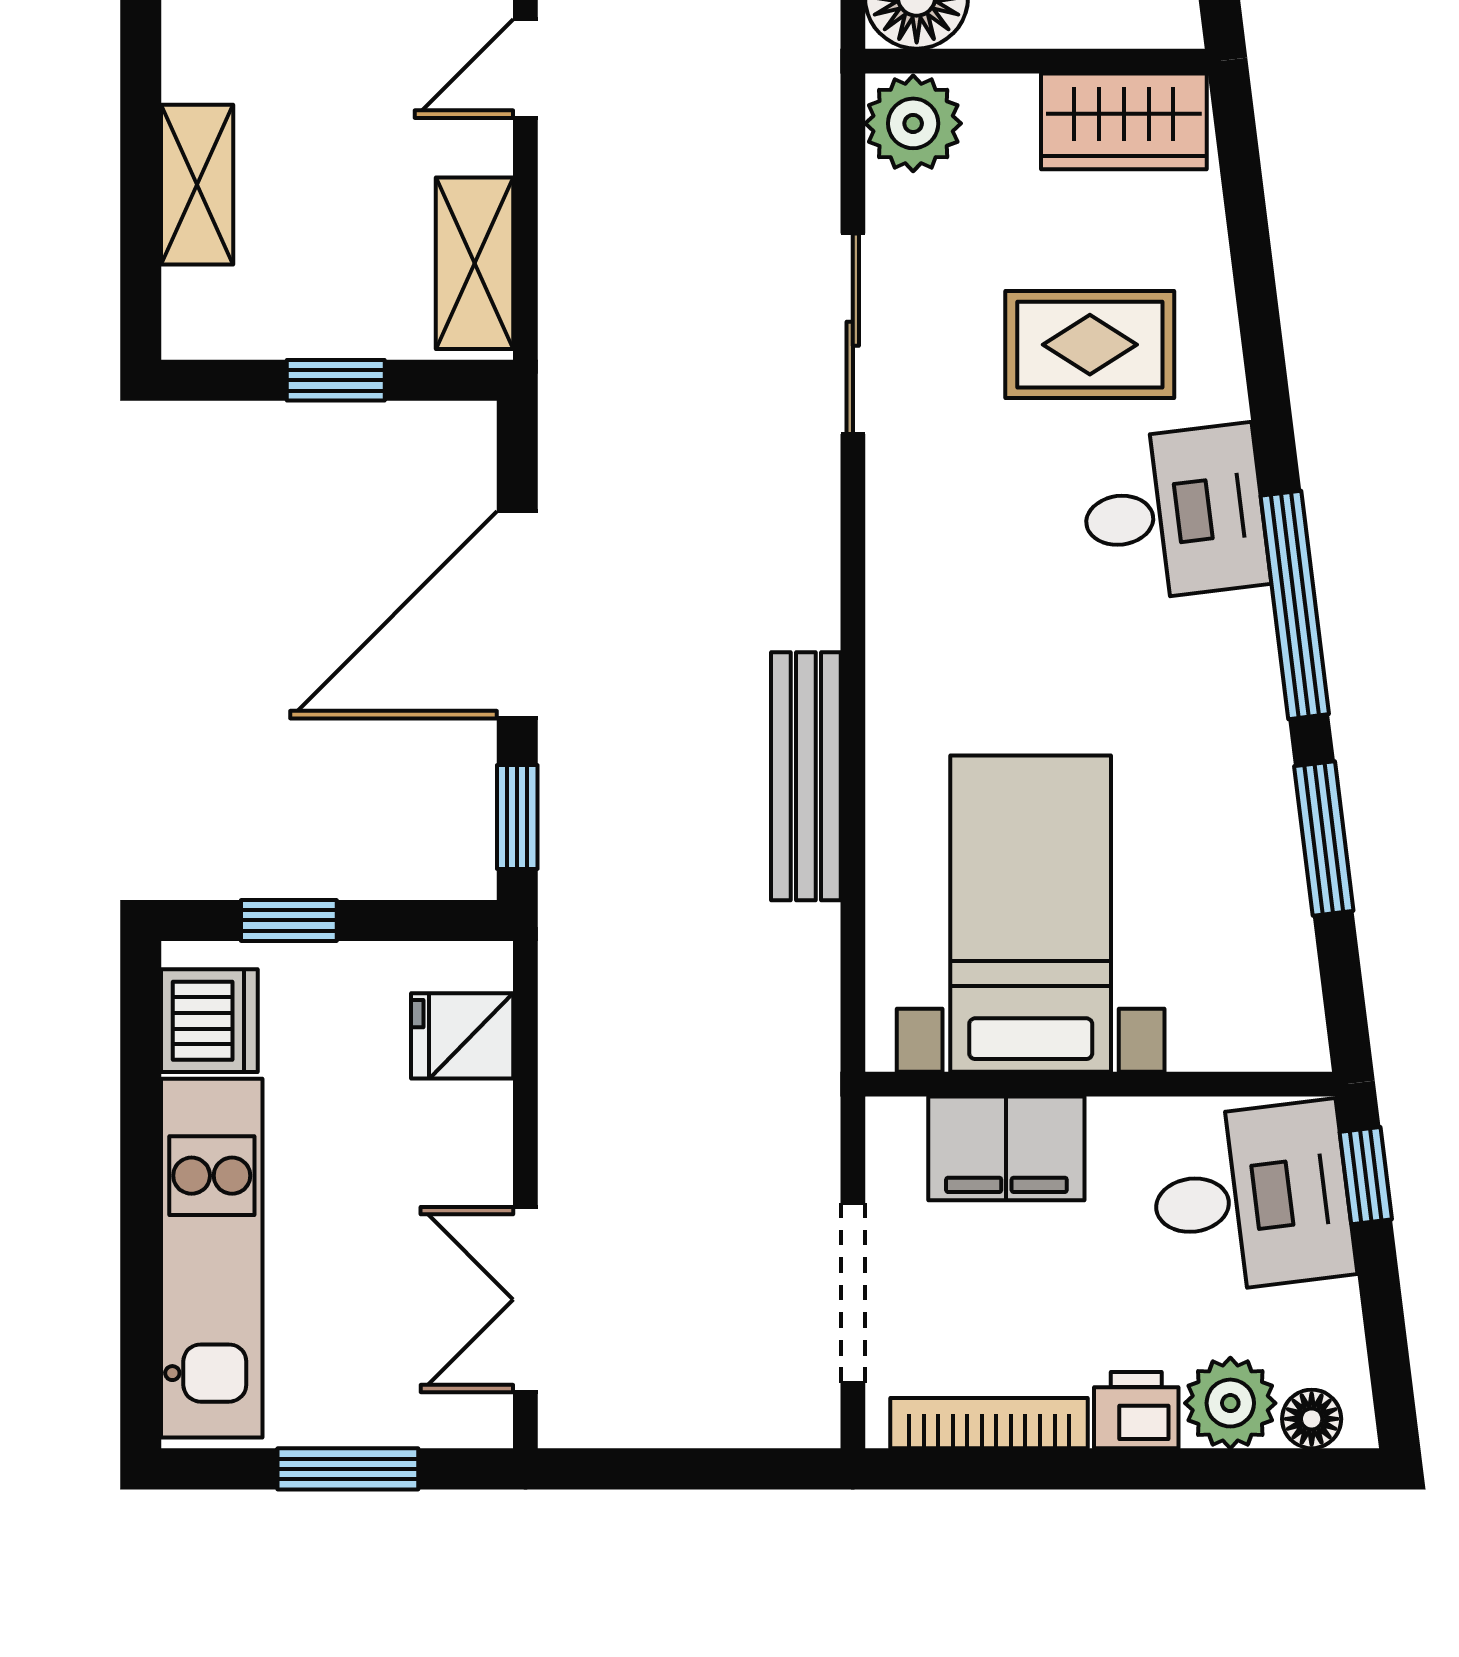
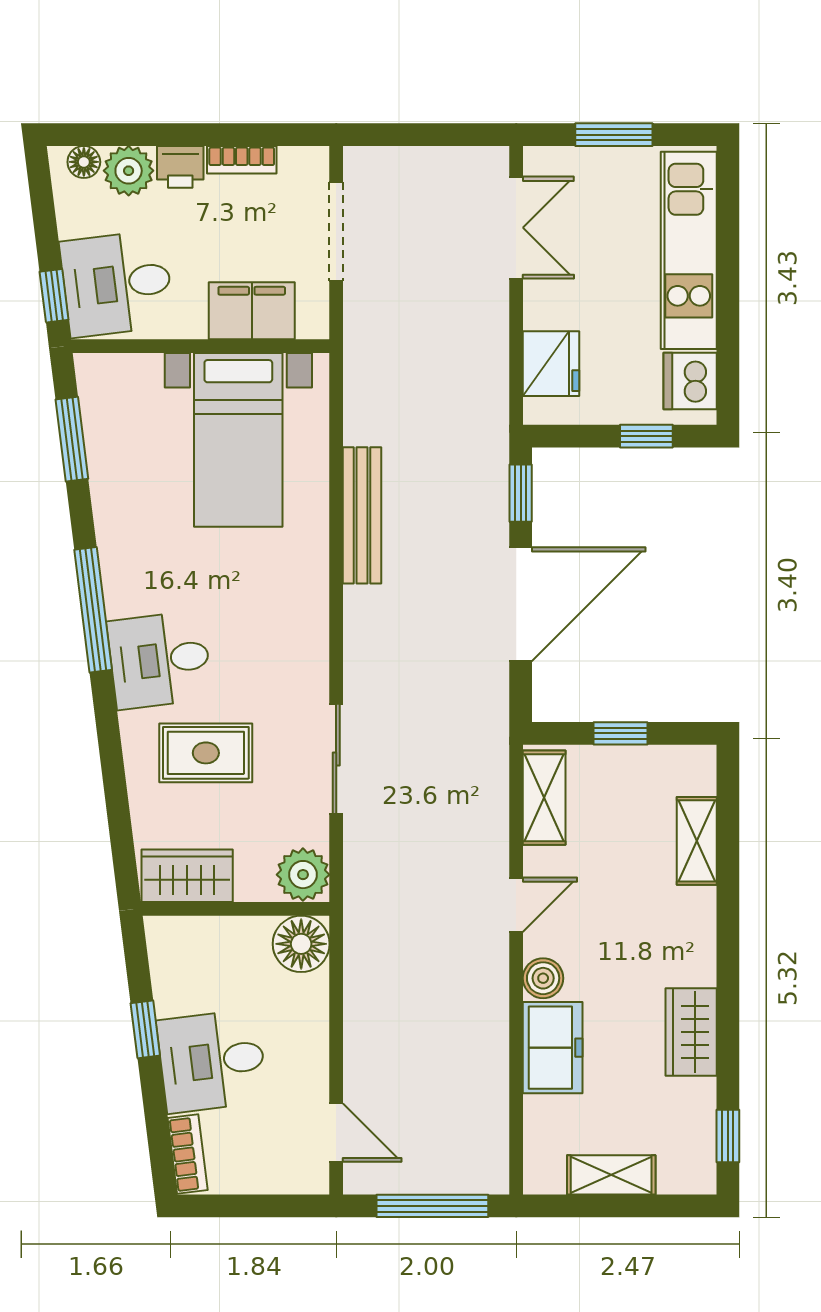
window: (1324, 839) -> (72, 439), moved
fridge: (462, 1036) -> (551, 364), width x1.38
bookcase: (989, 1423) -> (242, 160), width x0.64

